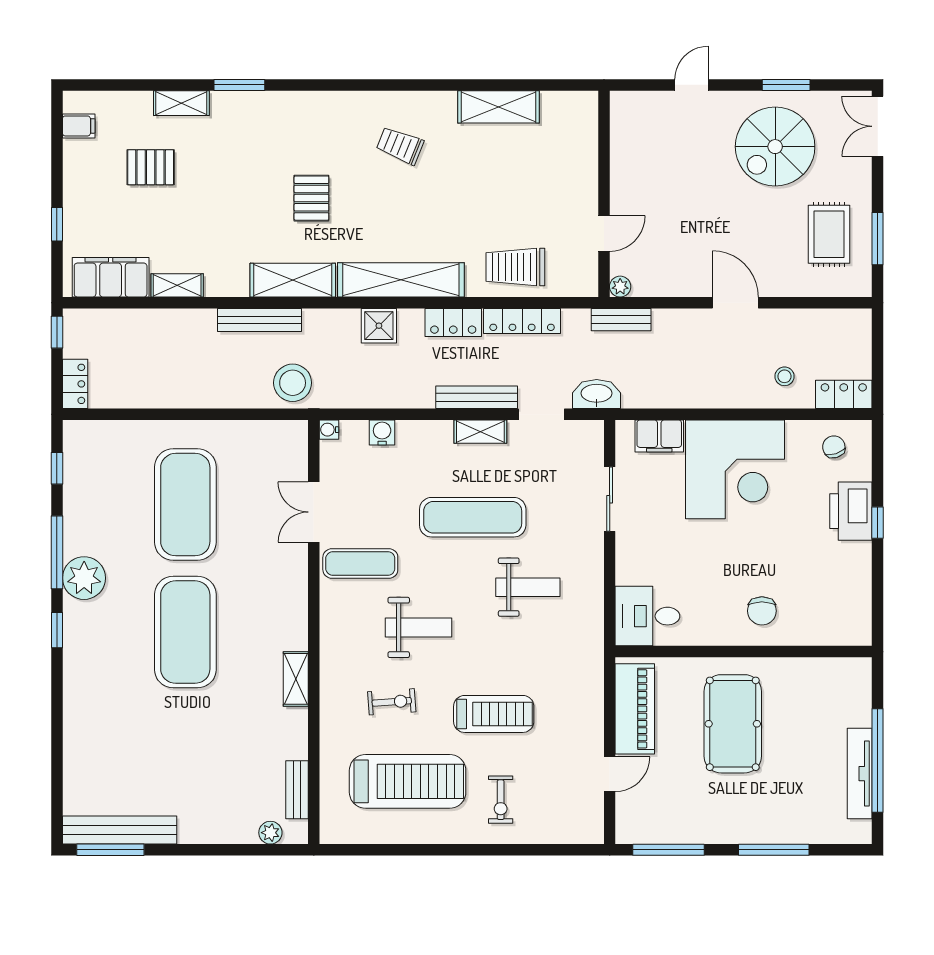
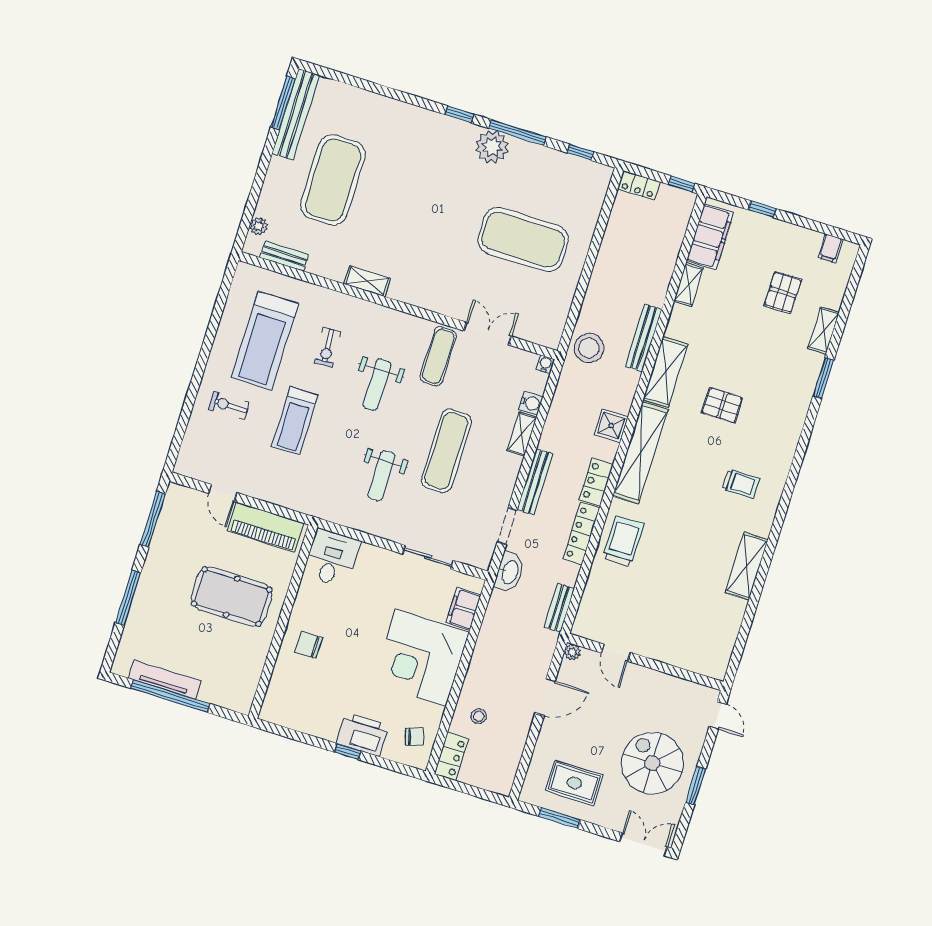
trolley: (400, 146) -> (741, 484), turned 68
wall: (604, 194) -> (645, 662), moved
door: (604, 233) -> (616, 653), moved
plant: (620, 287) -> (572, 652), moved
shelving: (480, 432) -> (522, 434), moved
exercise mat: (185, 632) -> (333, 180), moved, turned 90

